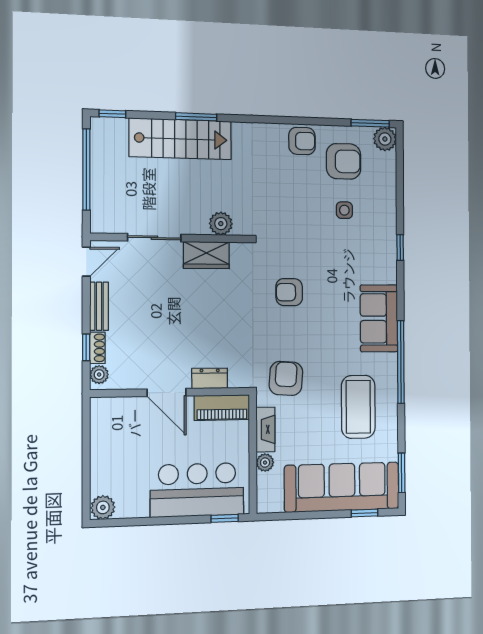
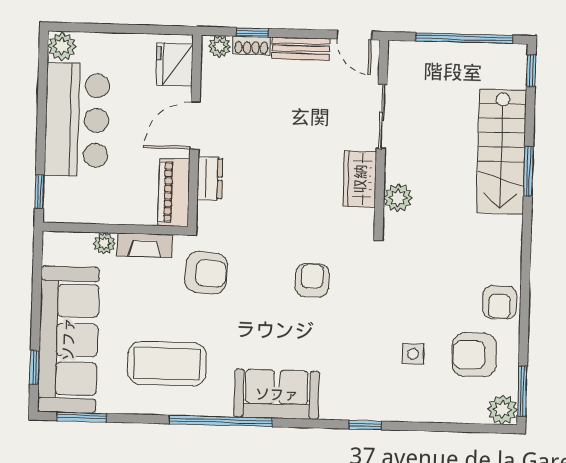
armchair: (344, 161) -> (474, 355), turned 90
fridge: (116, 412) -> (174, 65), added
bar counter: (197, 490) -> (77, 120), moved

